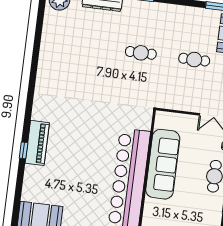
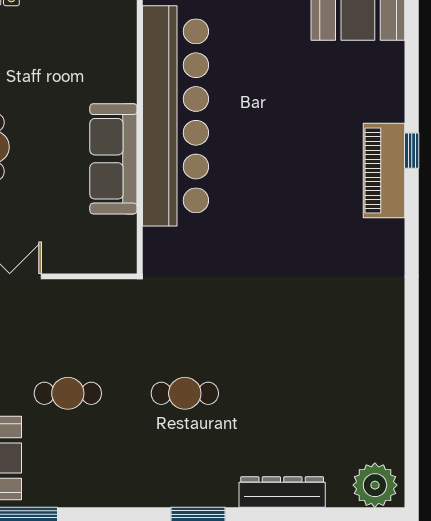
sofa: (163, 164) -> (113, 159), width x0.74, depth x0.79

